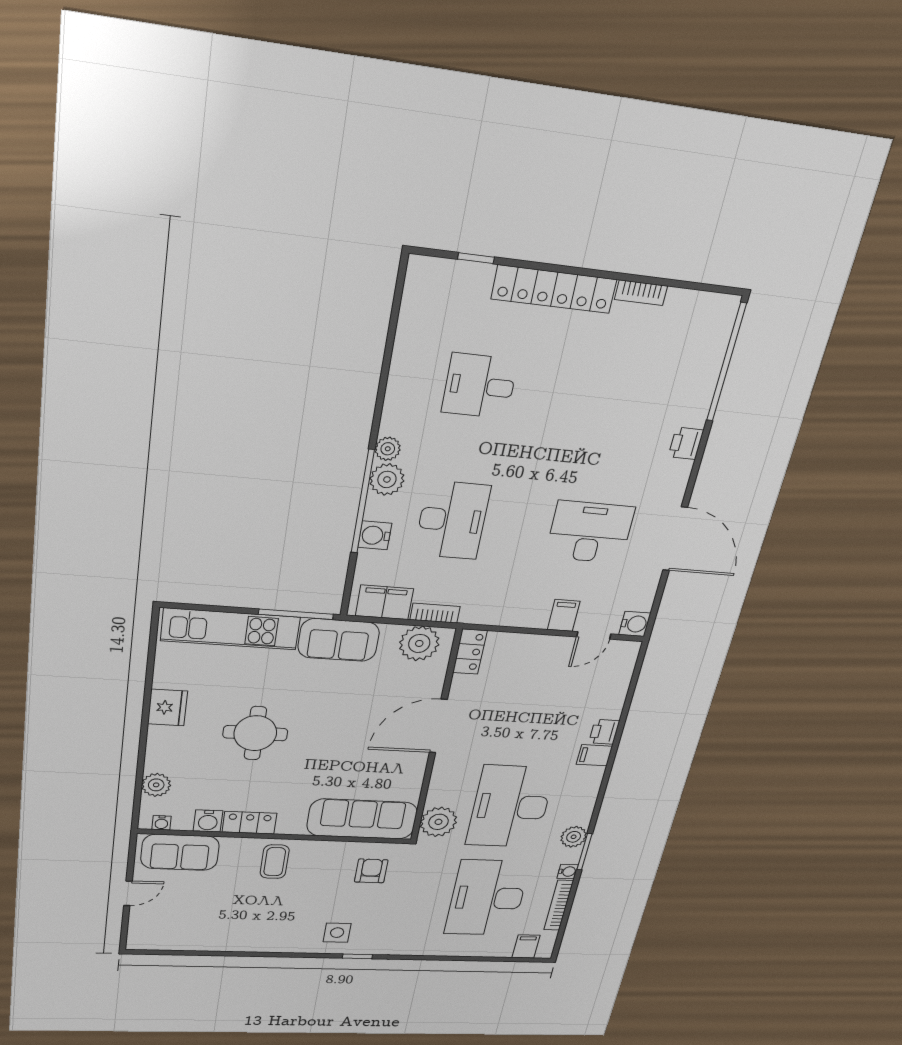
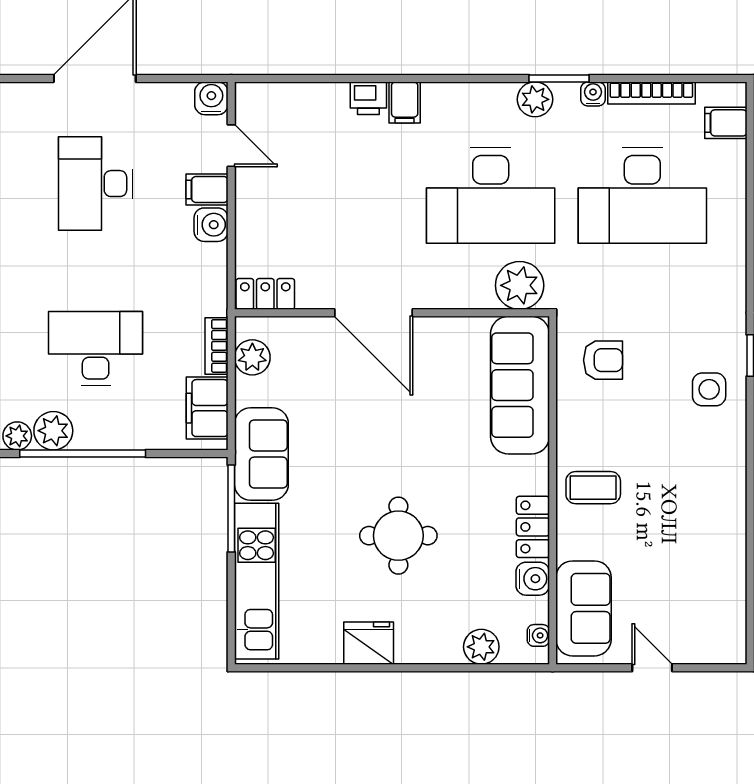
water cooler: (375, 535) -> (211, 225), moved, turned -90
plant: (419, 643) -> (252, 357), width x0.73, depth x0.73
armchair: (371, 871) -> (603, 360), turned 180

